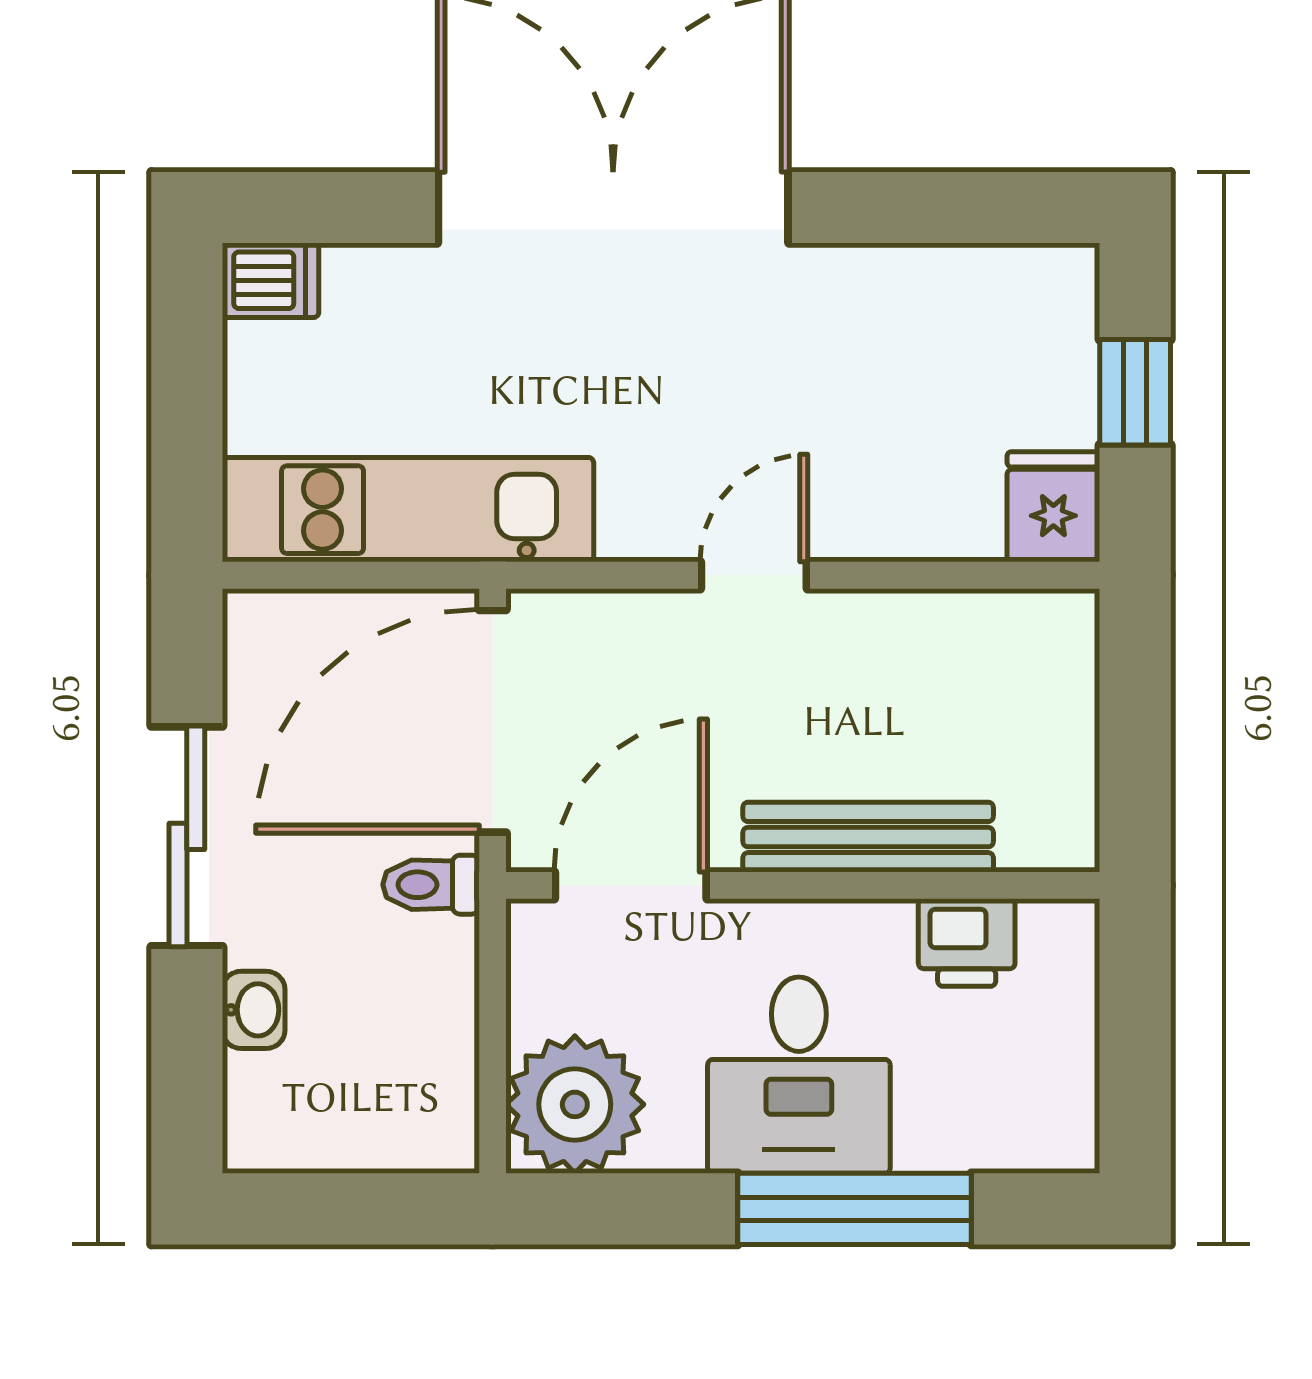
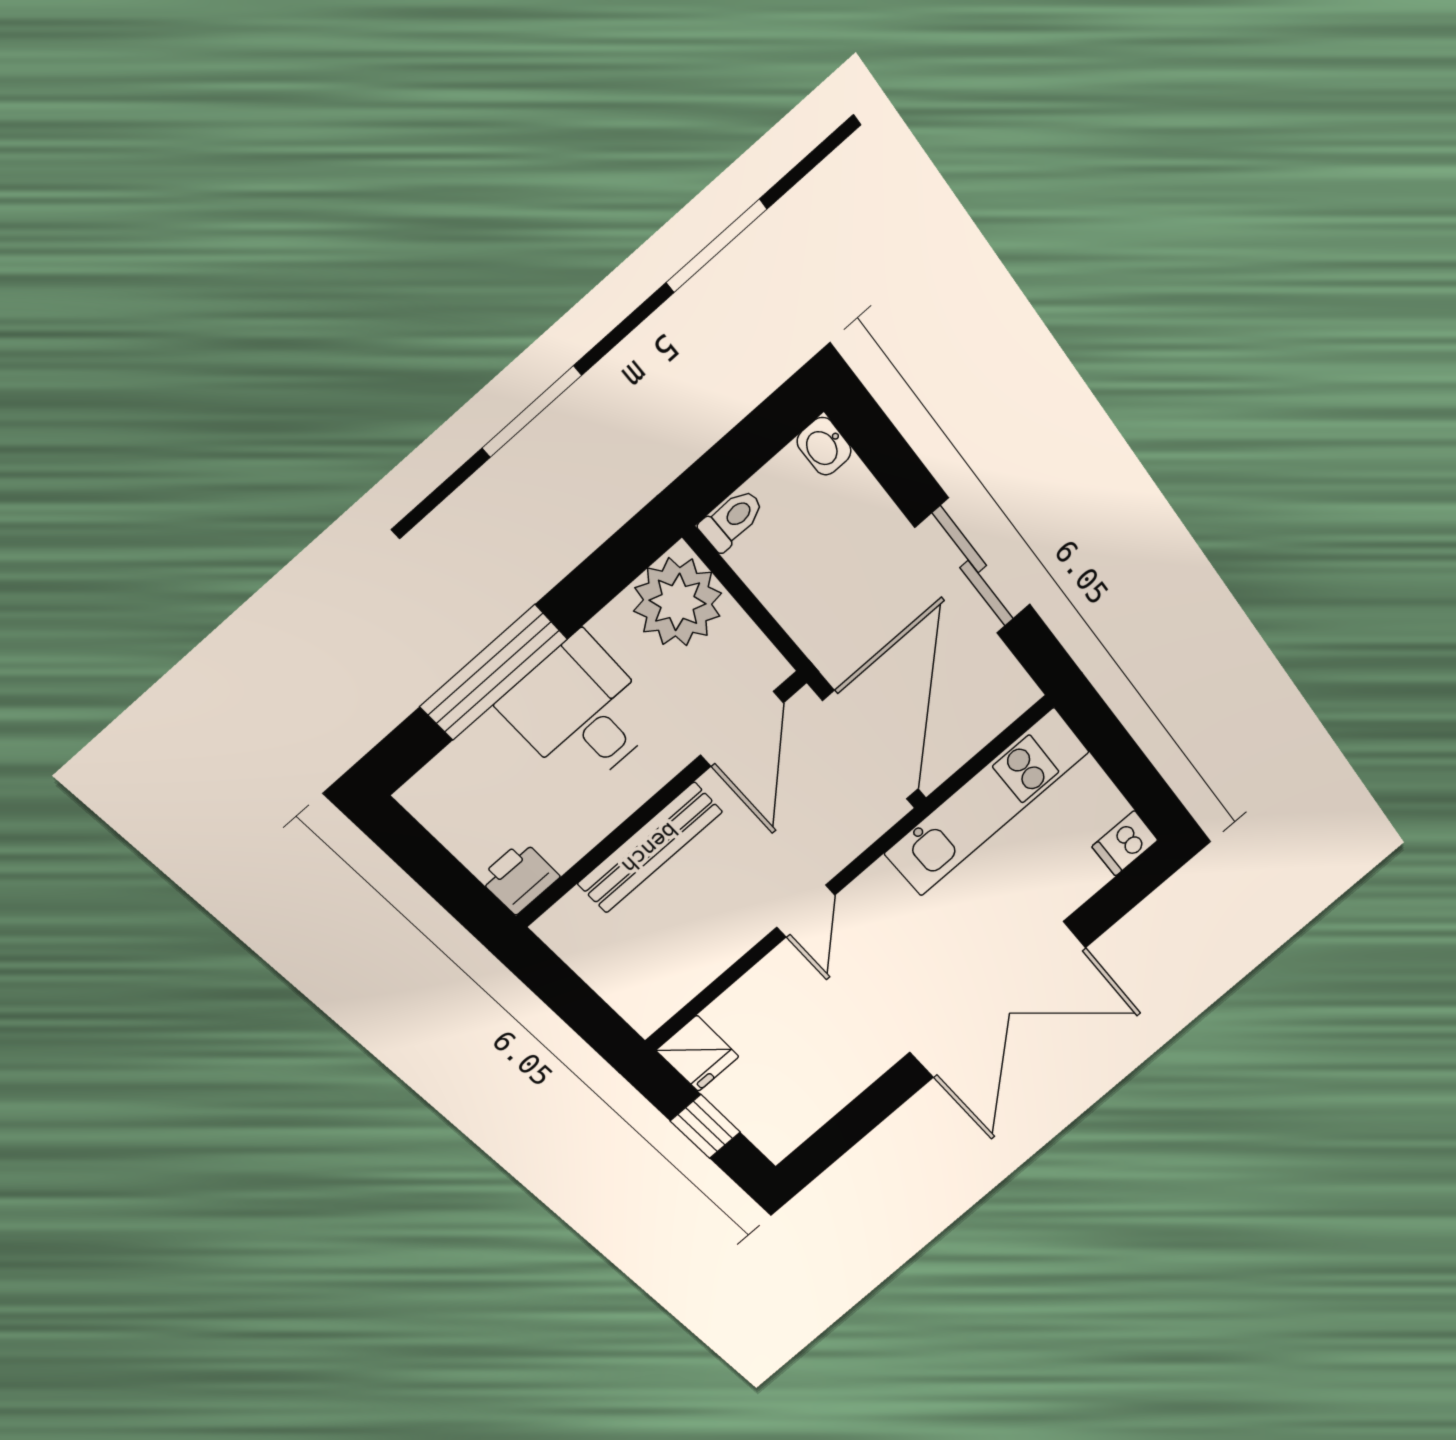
toilet: (431, 885) -> (732, 520), moved
printer: (967, 943) -> (519, 878), moved
washbasin: (254, 1010) -> (824, 446), moved

